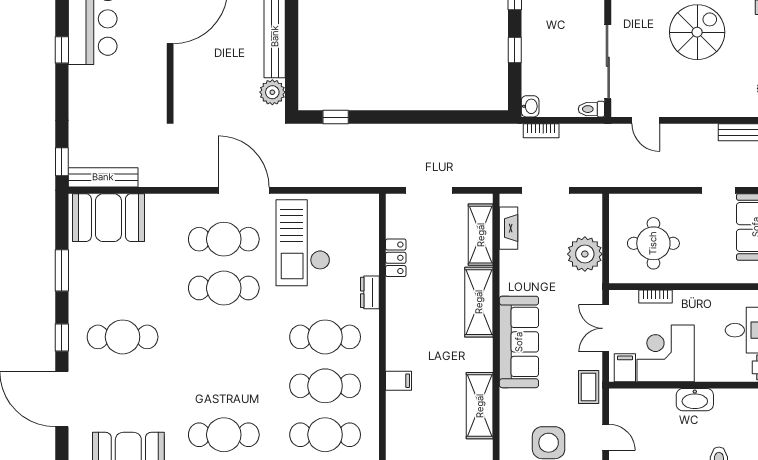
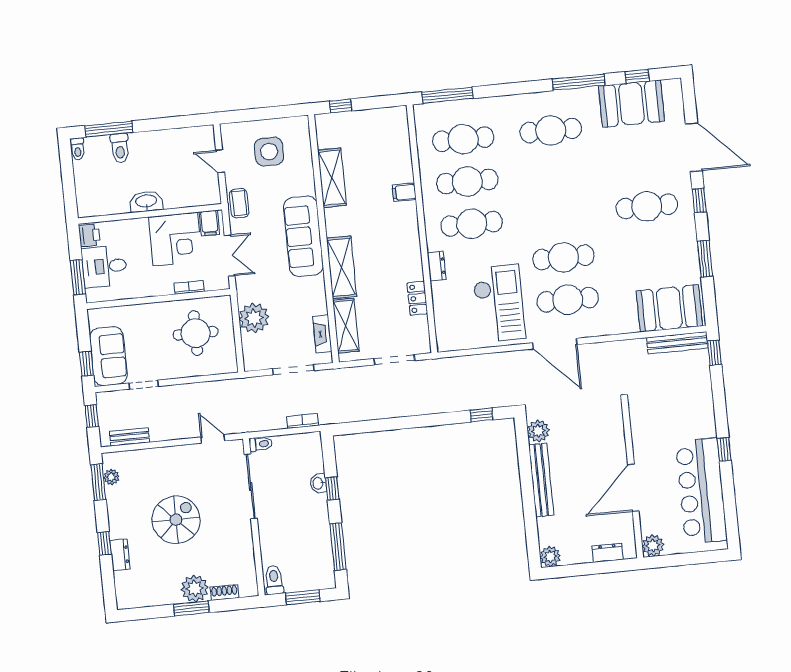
spiral stairs: (697, 32) -> (176, 520), turned 180
washbasin: (530, 106) -> (318, 483), moved

